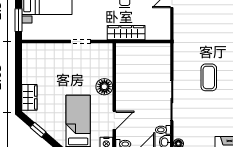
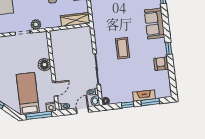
plant: (99, 33) -> (36, 24), added
wardrobe: (126, 33) -> (75, 20), moved

